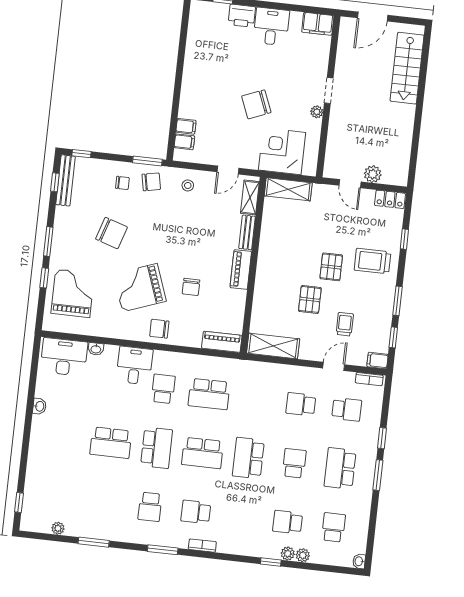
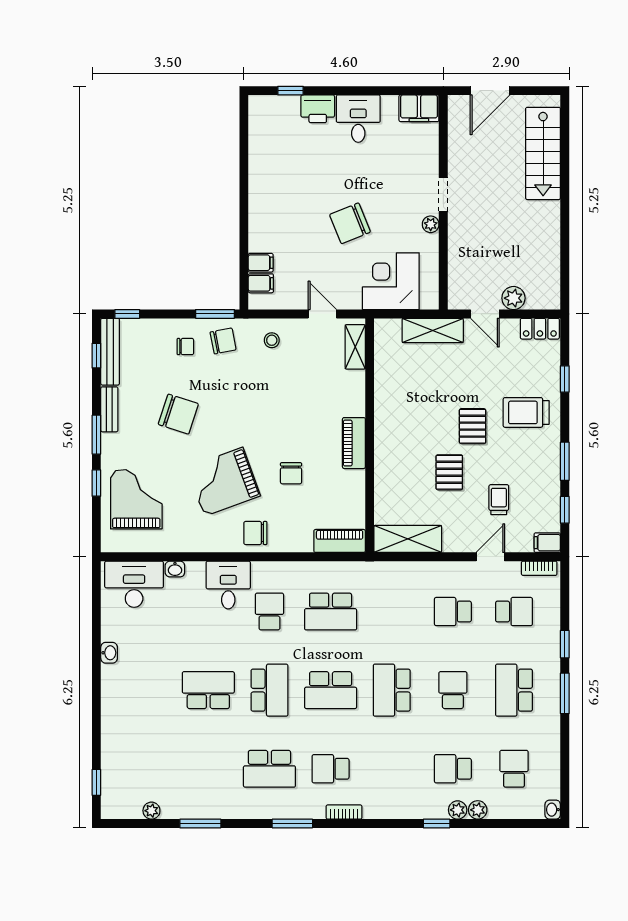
door: (228, 170) -> (322, 314), swing flipped
shelving: (288, 189) -> (433, 330), moved
bench: (247, 232) -> (109, 409), moved
school desk: (111, 443) -> (208, 690), turned 180
school desk: (150, 507) -> (269, 769), width x1.85

